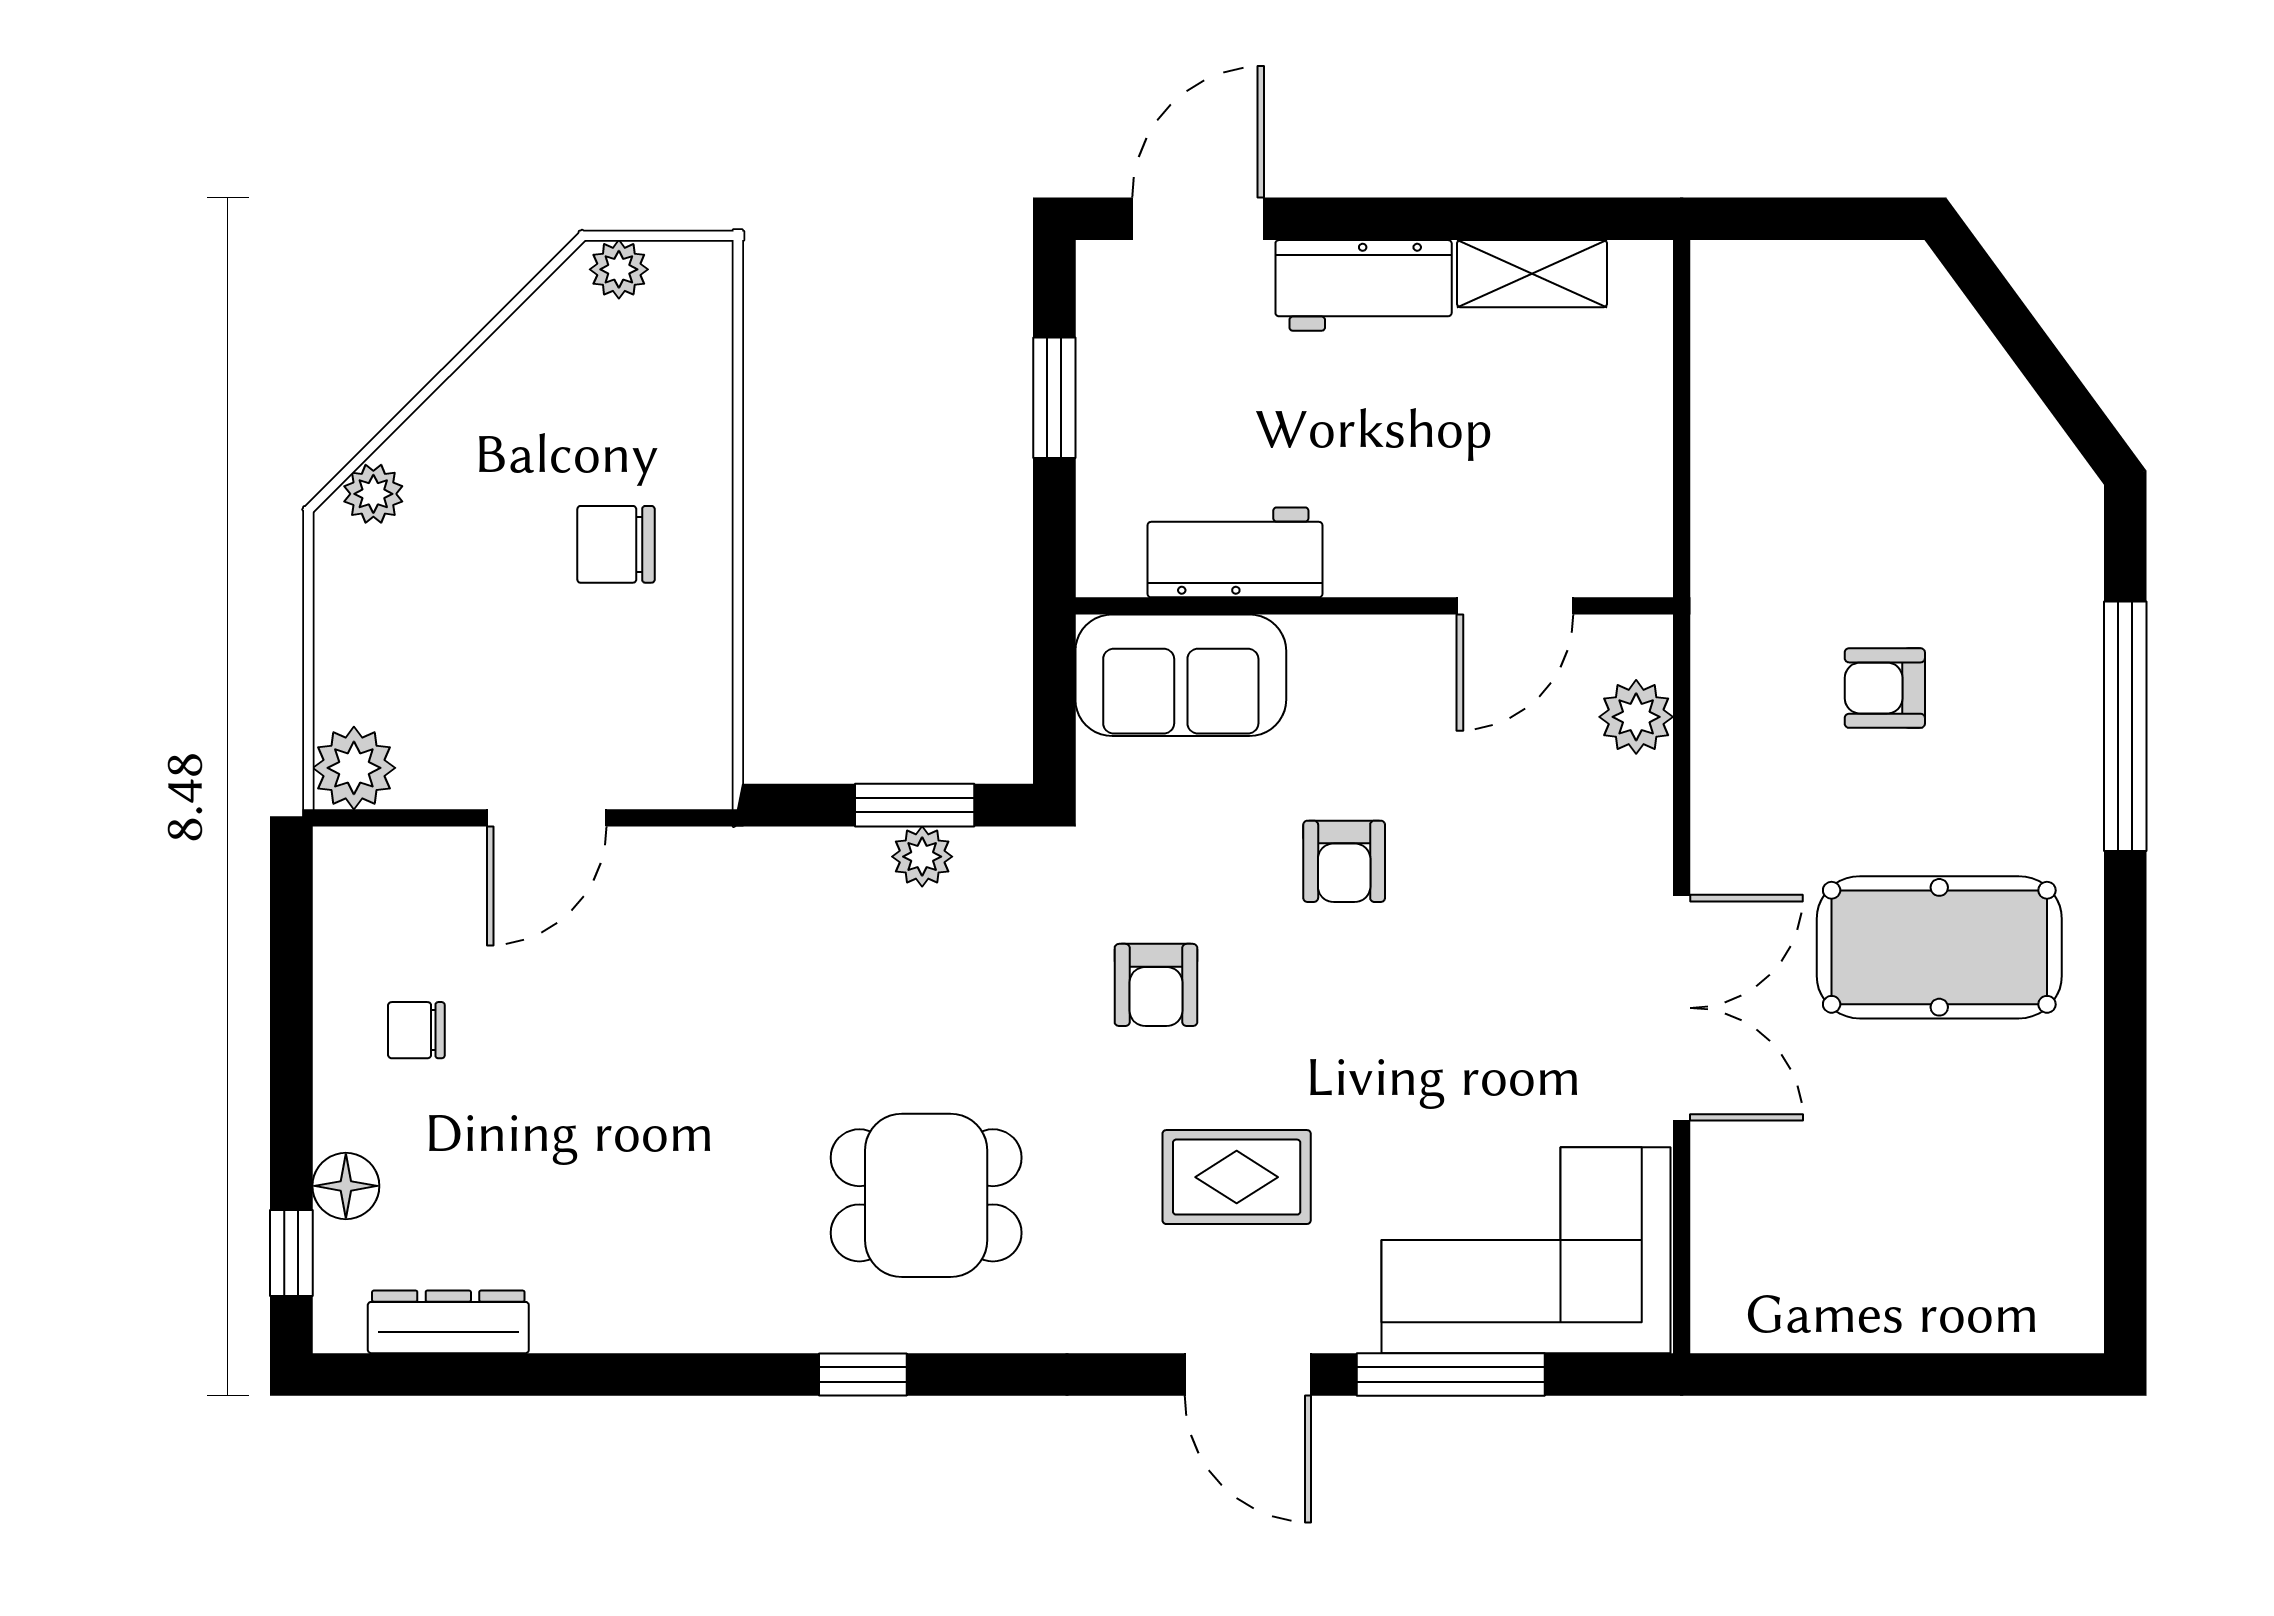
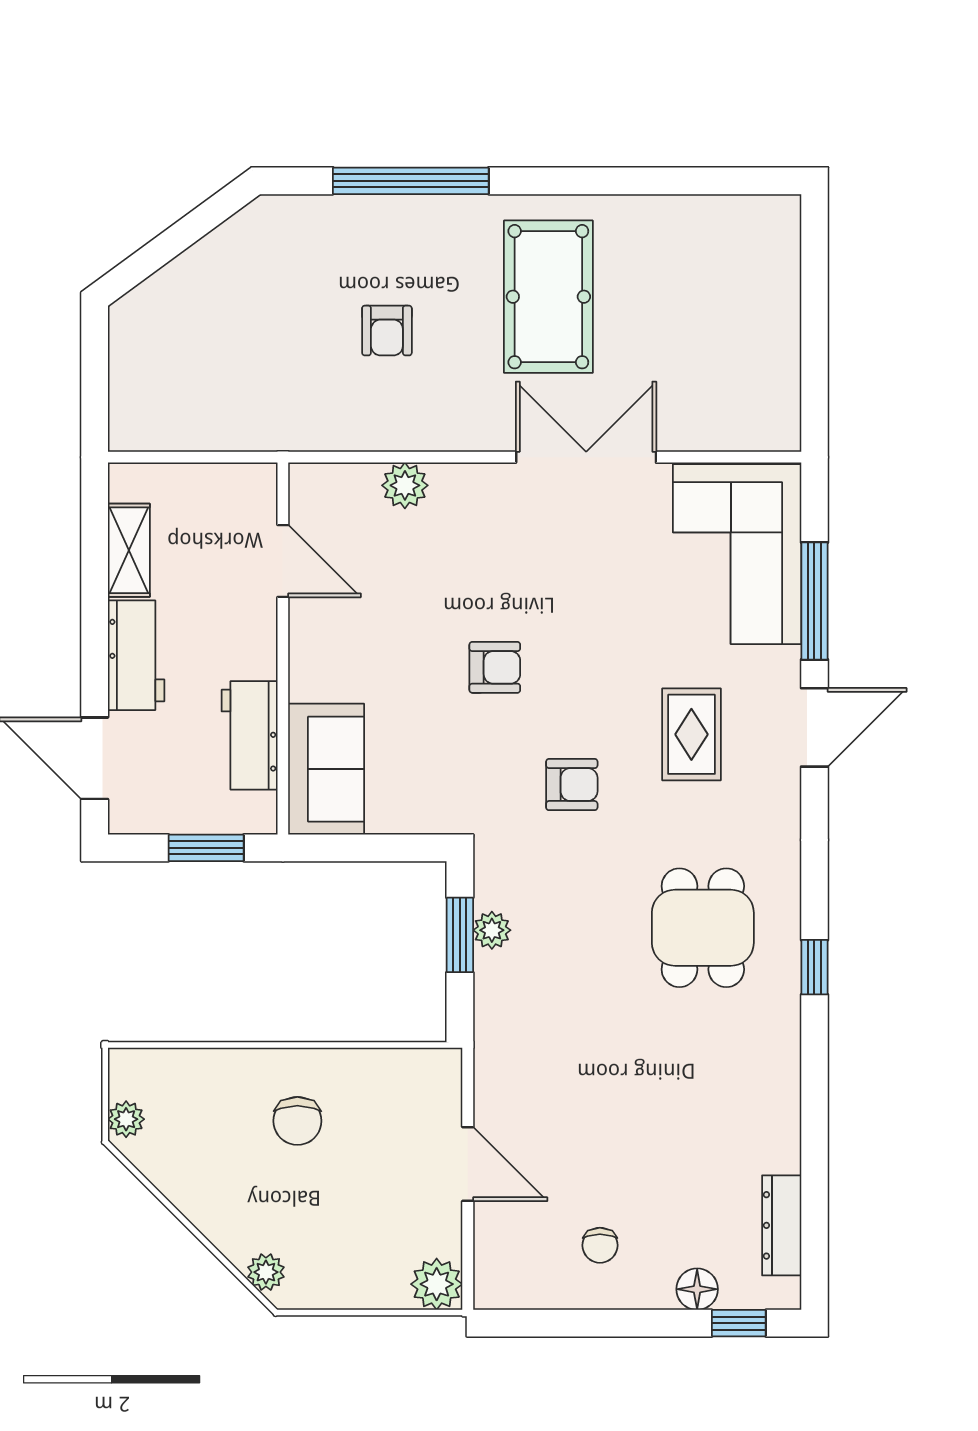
workbench: (1235, 552) -> (250, 735), moved
wall: (1374, 606) -> (283, 649), moved
door: (1515, 606) -> (283, 561), moved
sofa: (1181, 675) -> (326, 769), moved

